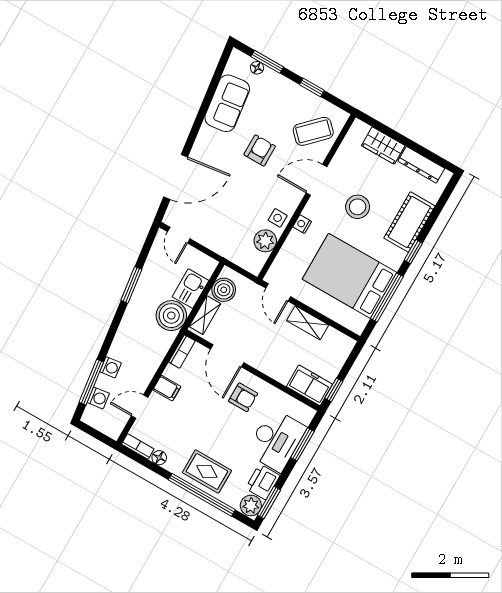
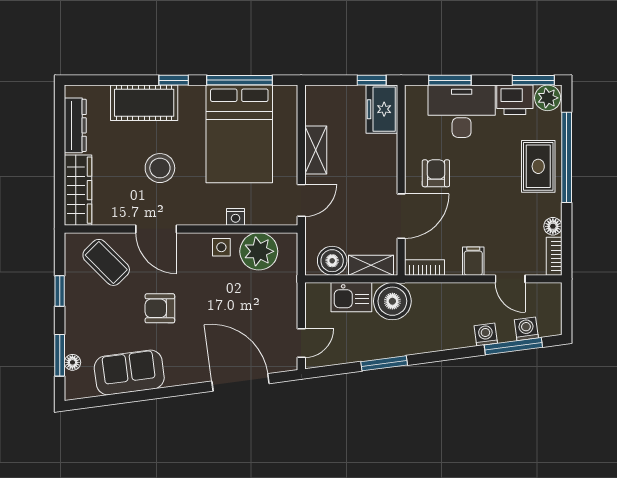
wardrobe: (383, 146) -> (78, 190), width x1.50
nightstand: (302, 224) -> (236, 217), moved
plant: (265, 241) -> (259, 251), width x1.36, depth x1.36

